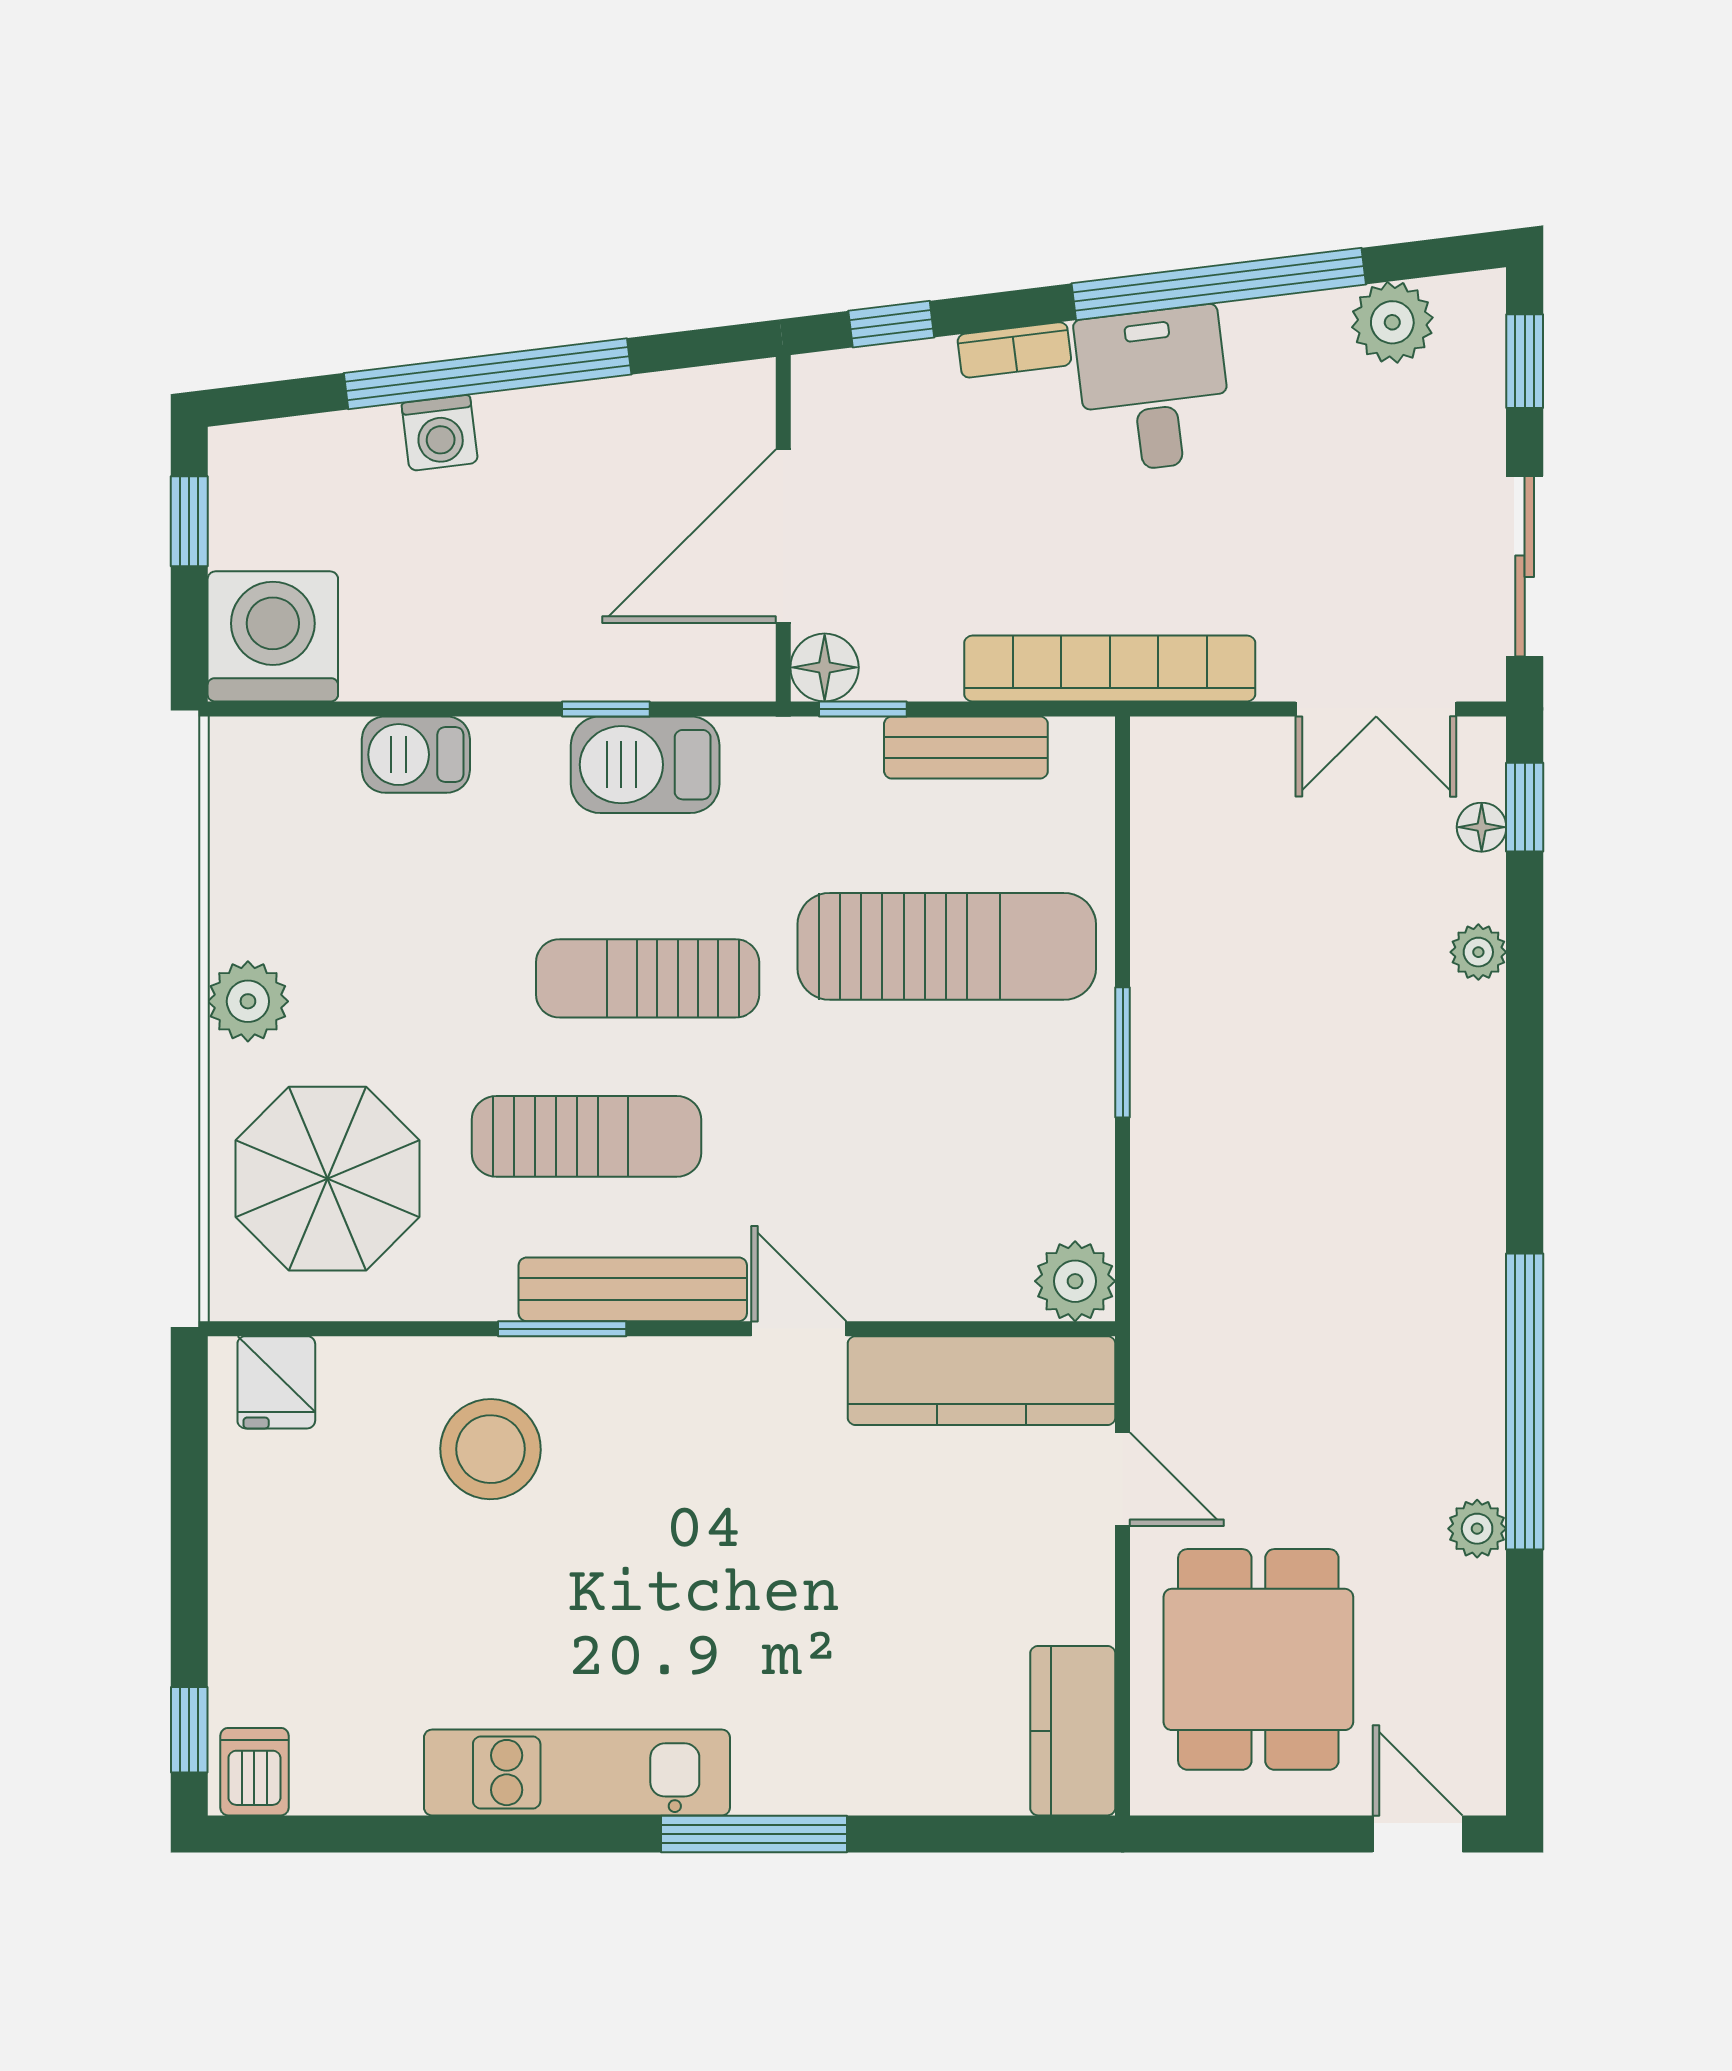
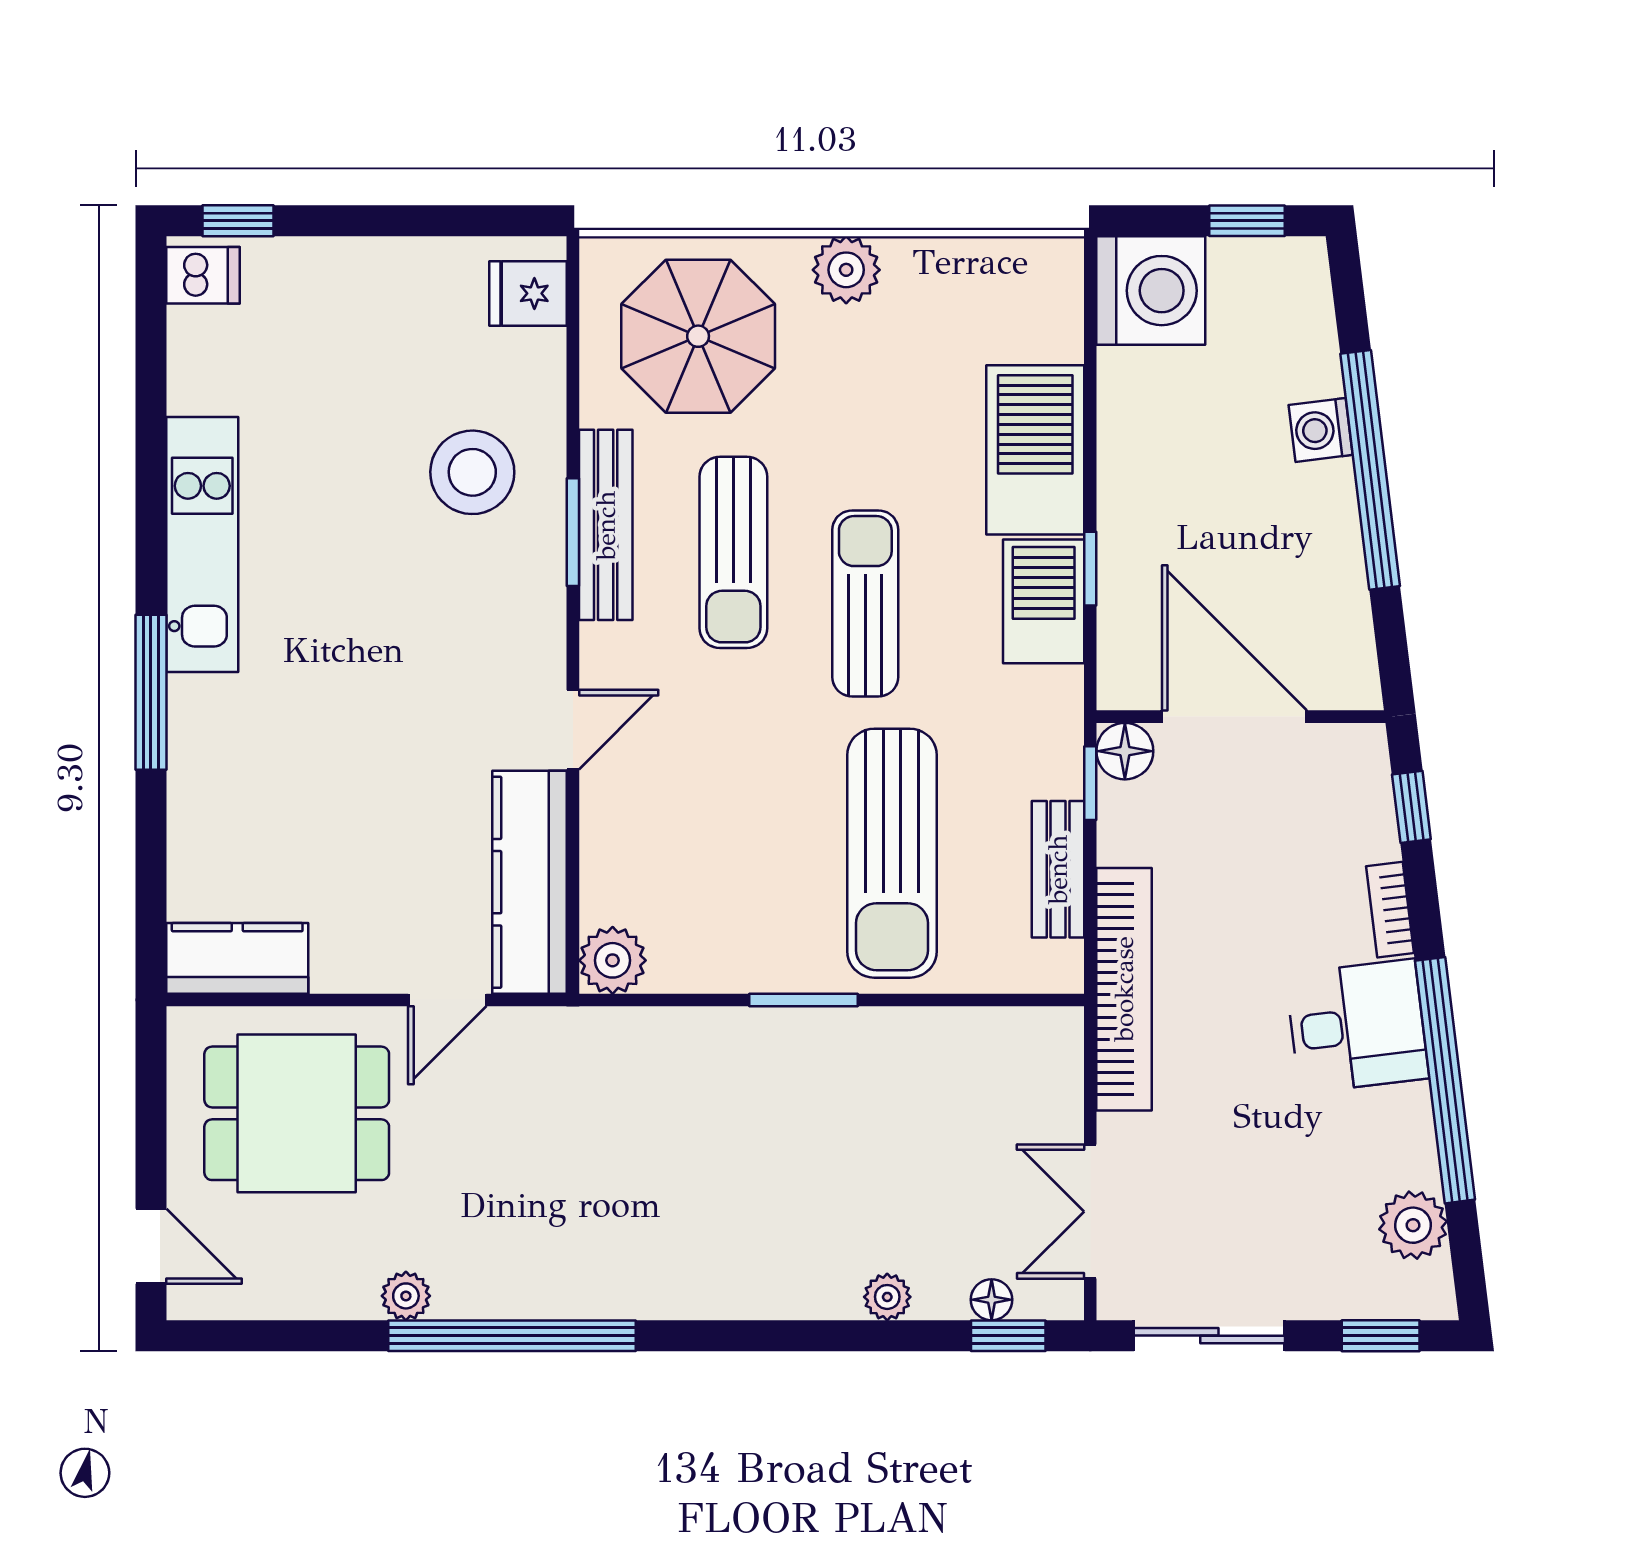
barbecue: (416, 755) -> (1035, 450), width x1.88, depth x1.53
bench: (633, 1289) -> (606, 525), moved
door: (1418, 1834) -> (151, 1246), hinge flipped

